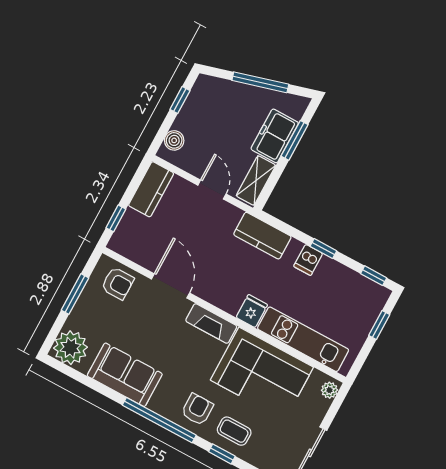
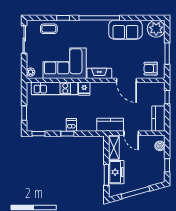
kitchen counter: (262, 236) -> (110, 125), moved
armchair: (197, 409) -> (85, 32), removed
coffee table: (234, 431) -> (49, 29), moved

